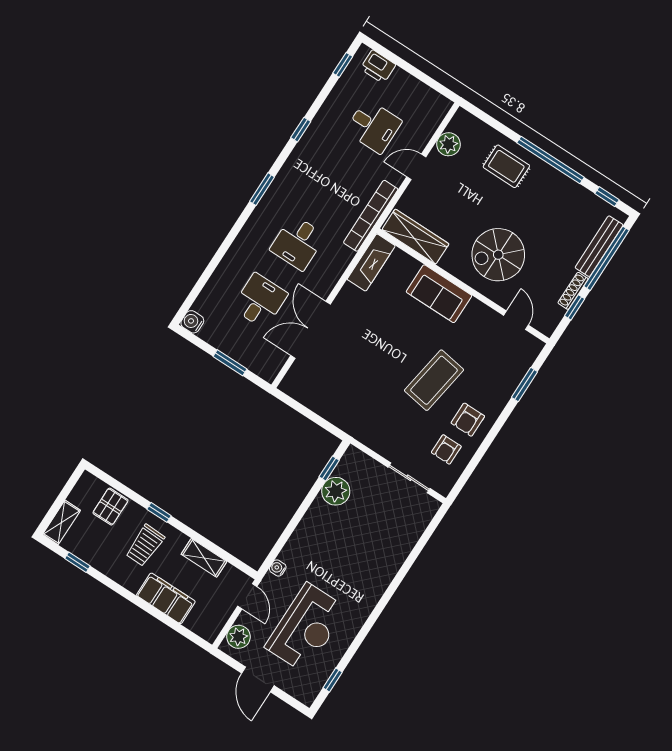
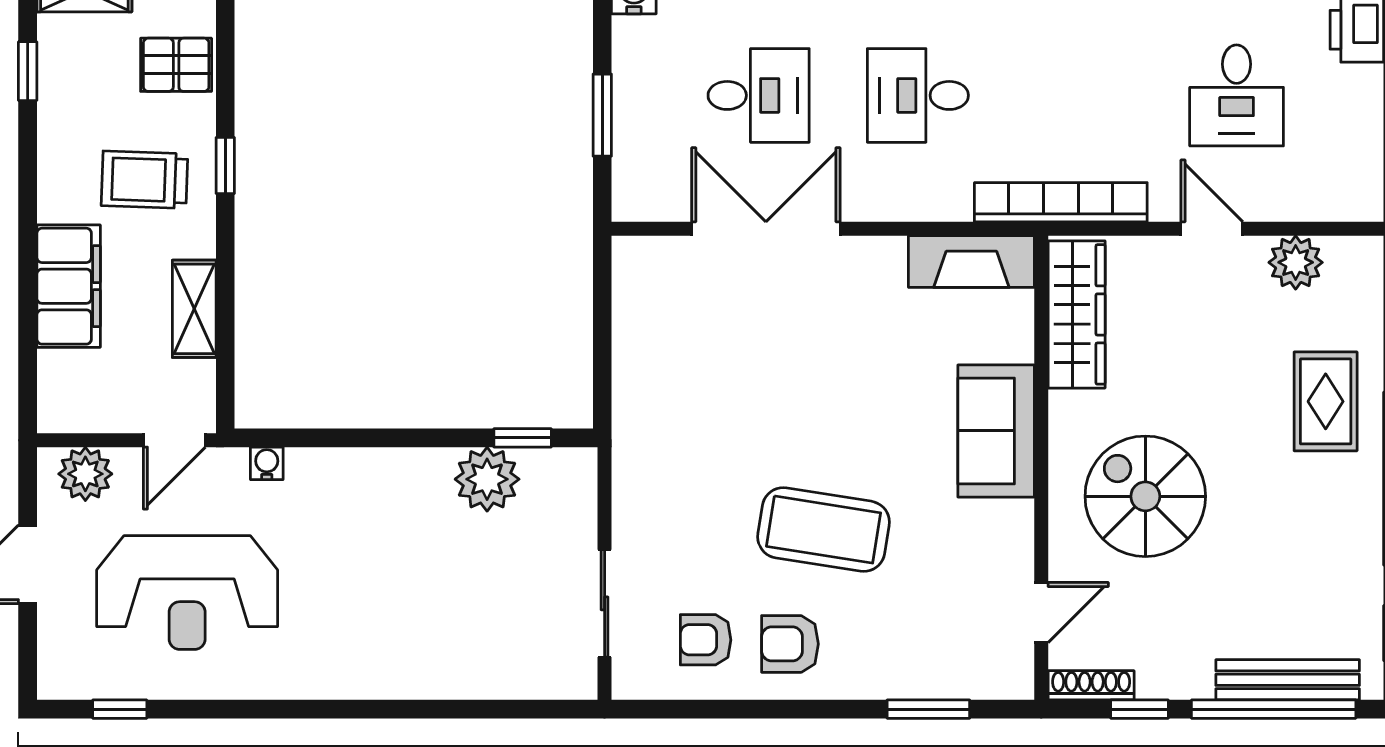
shoe rack: (573, 291) -> (1091, 685), moved

